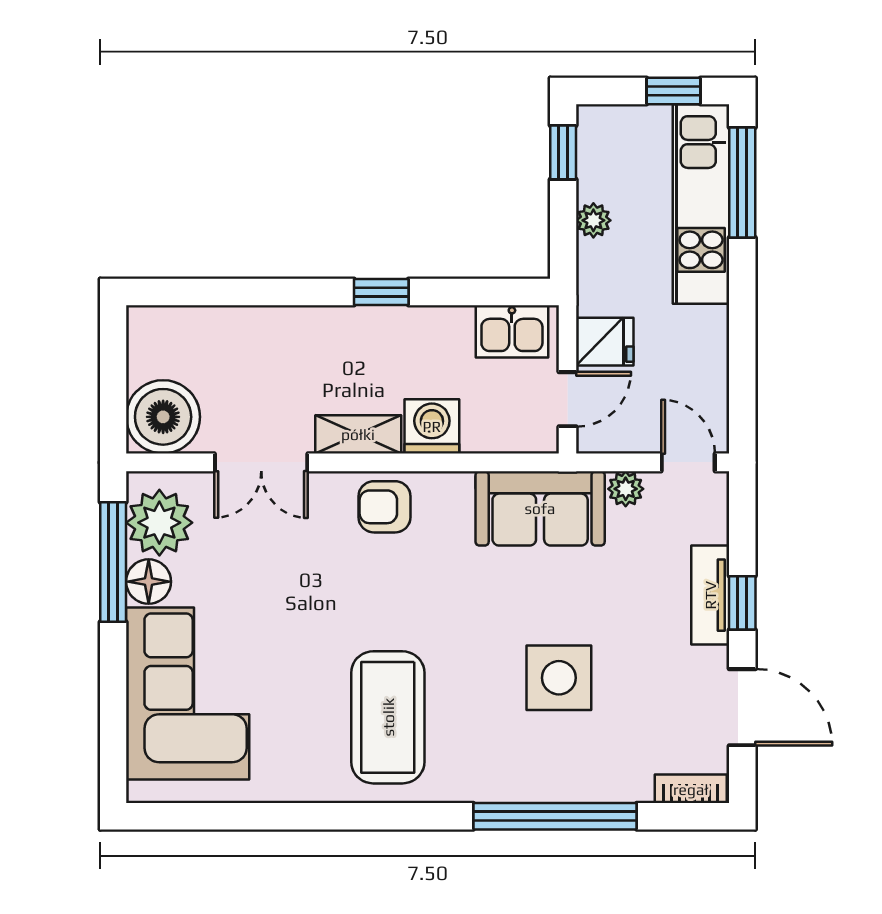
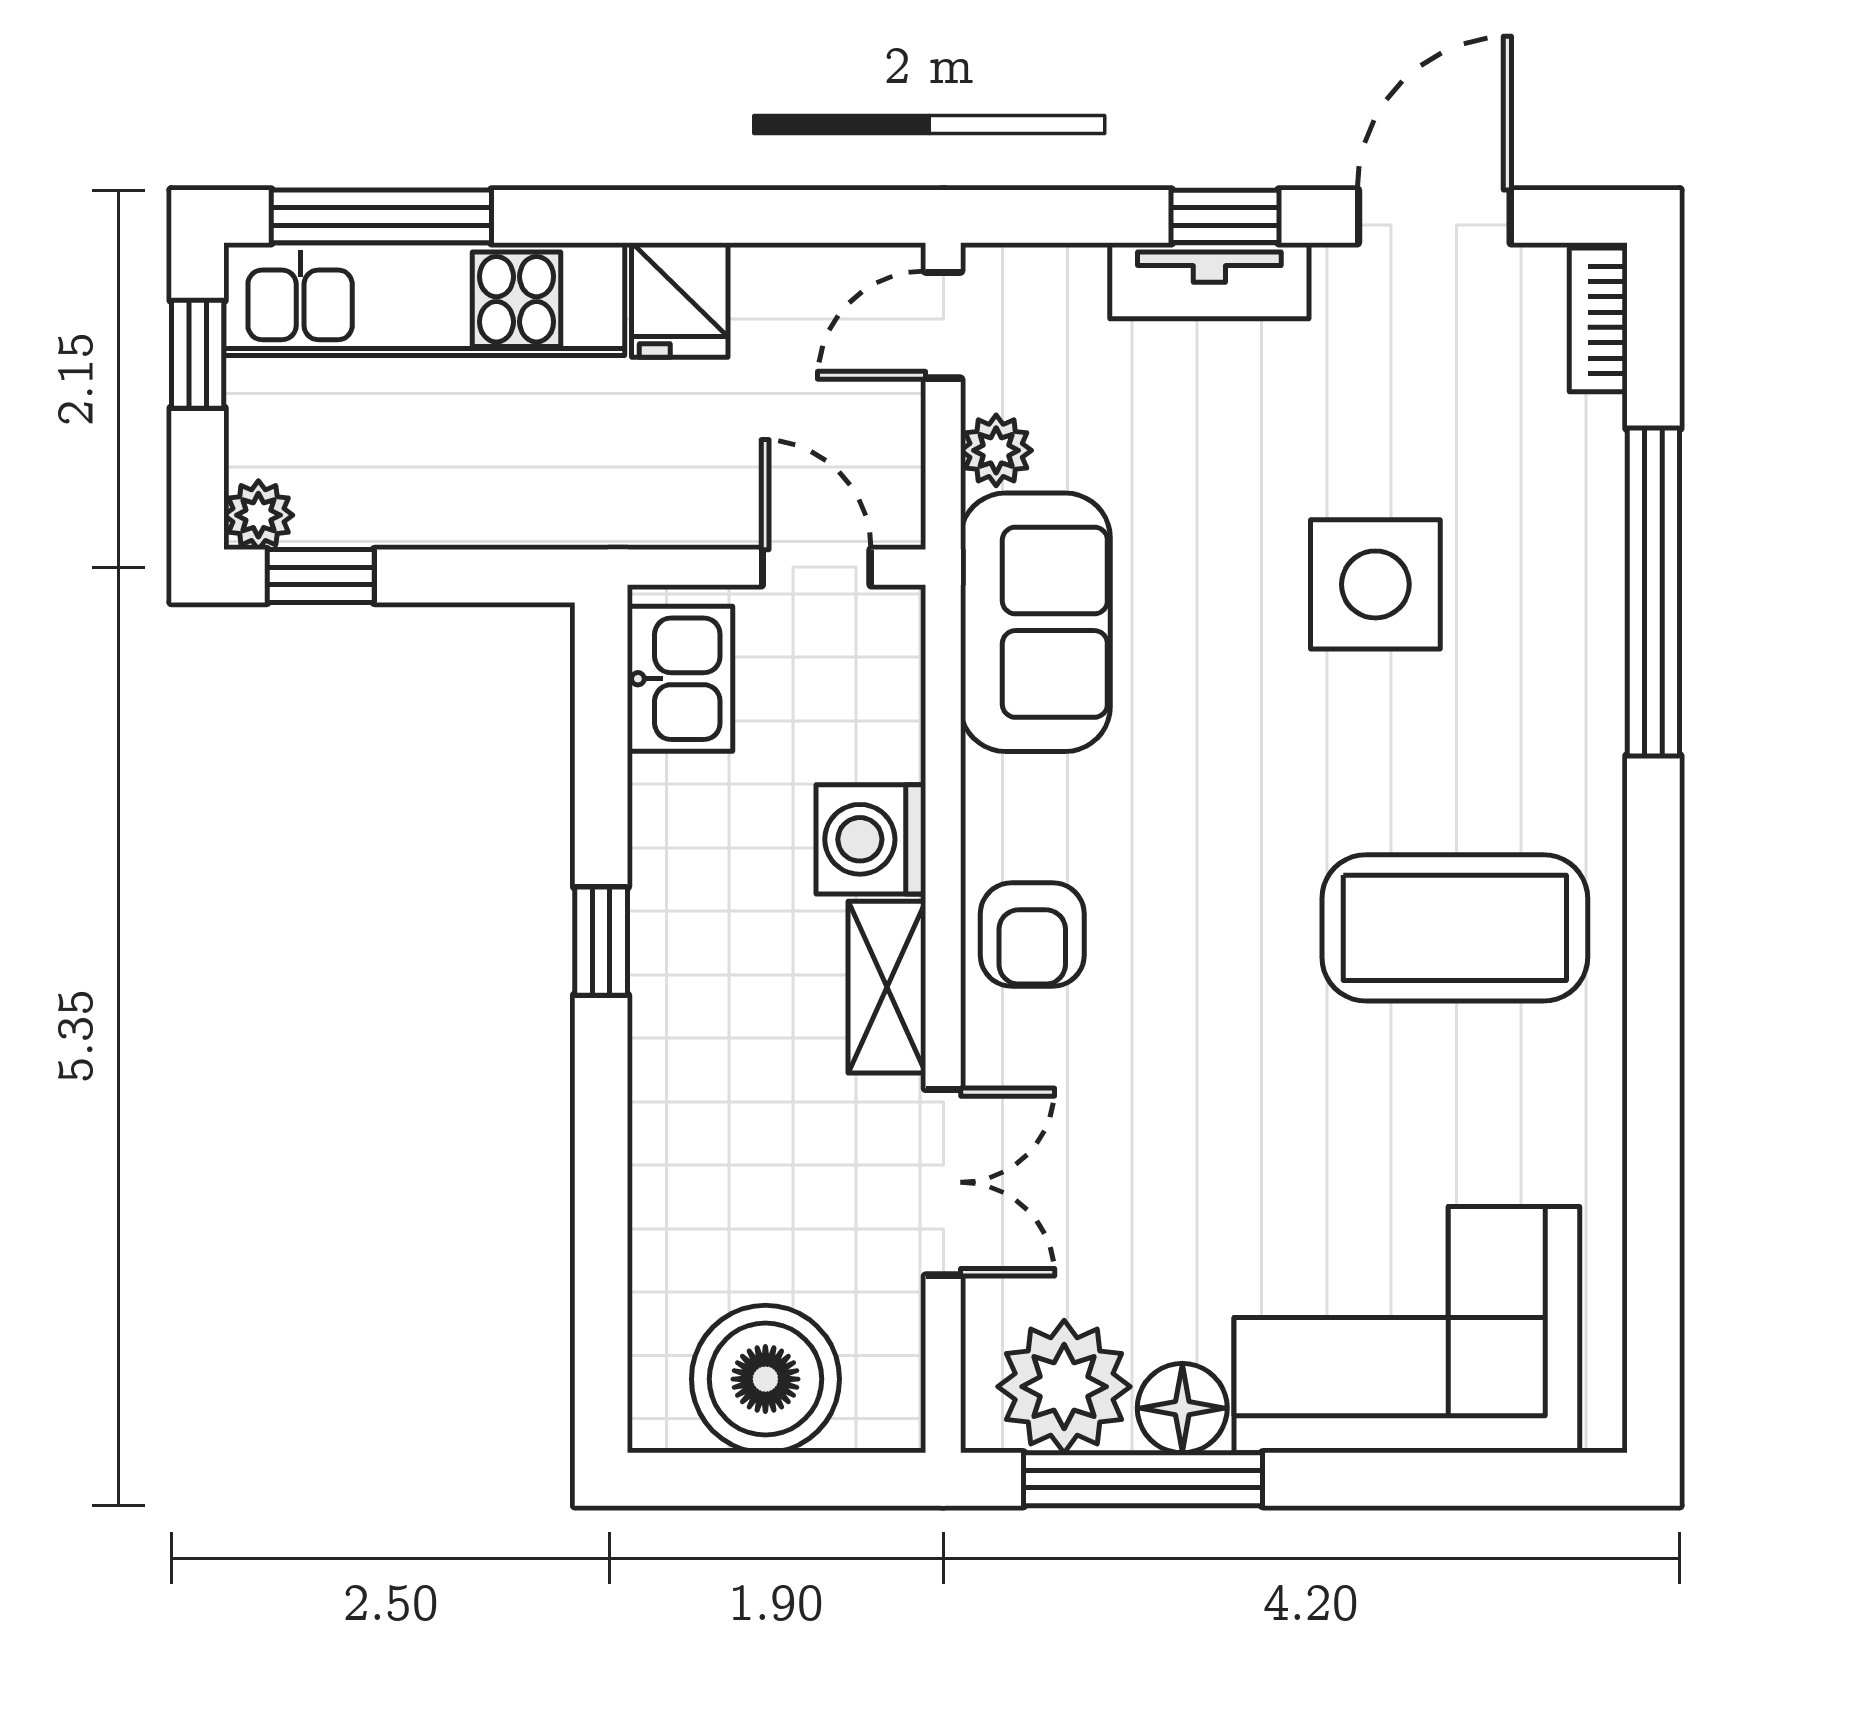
plant: (593, 220) -> (258, 515), moved
fridge: (605, 342) -> (680, 300), moved, turned 180
boiler: (163, 417) -> (765, 1379), moved

